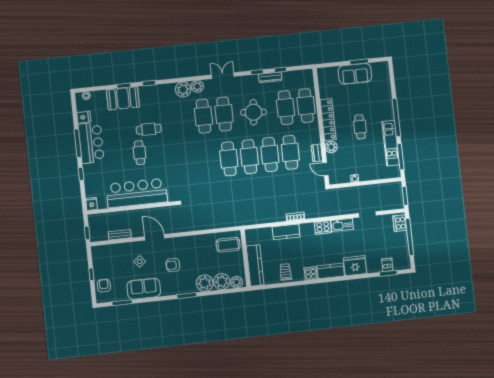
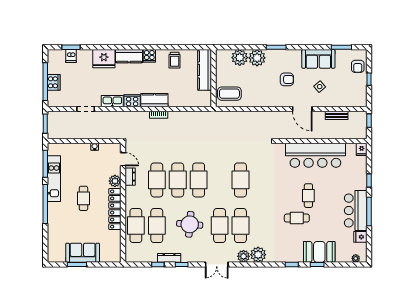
cafe table: (229, 159) -> (240, 180), moved
cooker: (400, 223) -> (54, 82), moved
kitchen counter: (286, 232) -> (154, 100), moved
plant: (237, 282) -> (225, 55), removed

